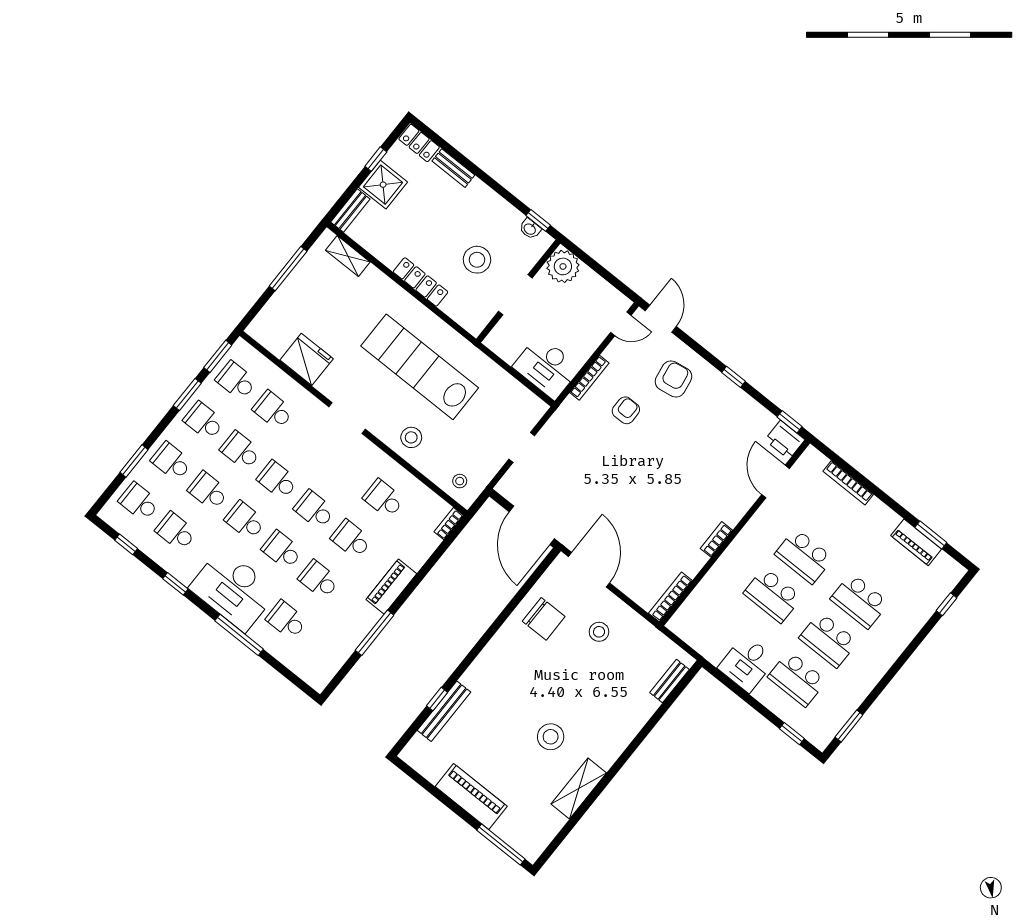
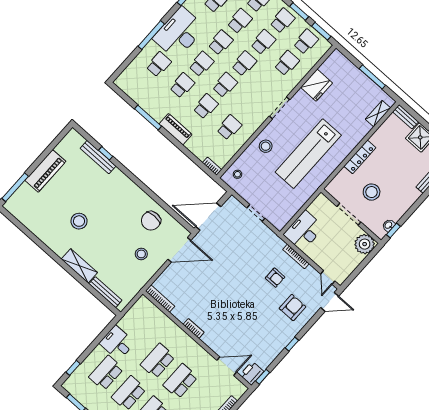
lab bench: (420, 367) -> (308, 154), turned 180
armchair: (673, 379) -> (293, 308), turned -81
bench: (670, 681) -> (105, 292), width x1.36
shelving: (579, 788) -> (79, 266), moved

